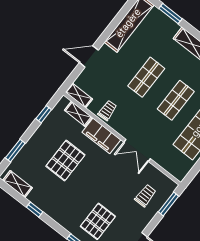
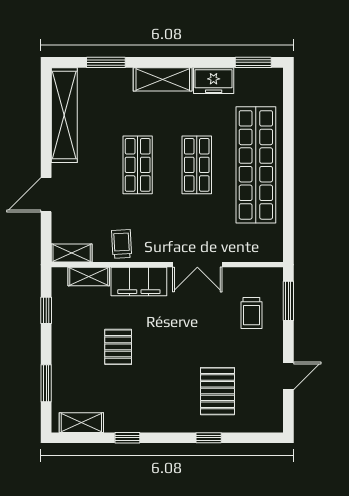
pallet: (65, 161) -> (118, 347), width x0.67, depth x0.71
trolley: (145, 196) -> (251, 313), turned 180

